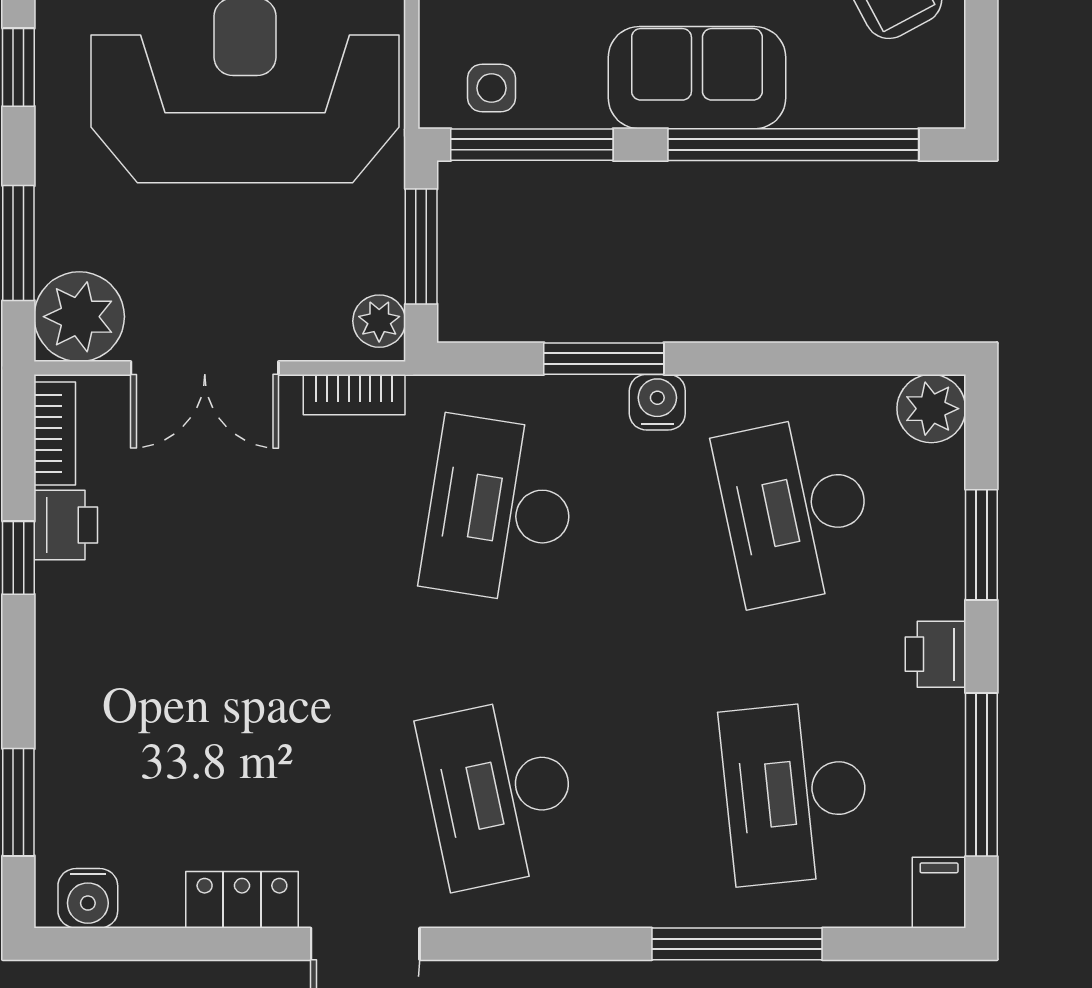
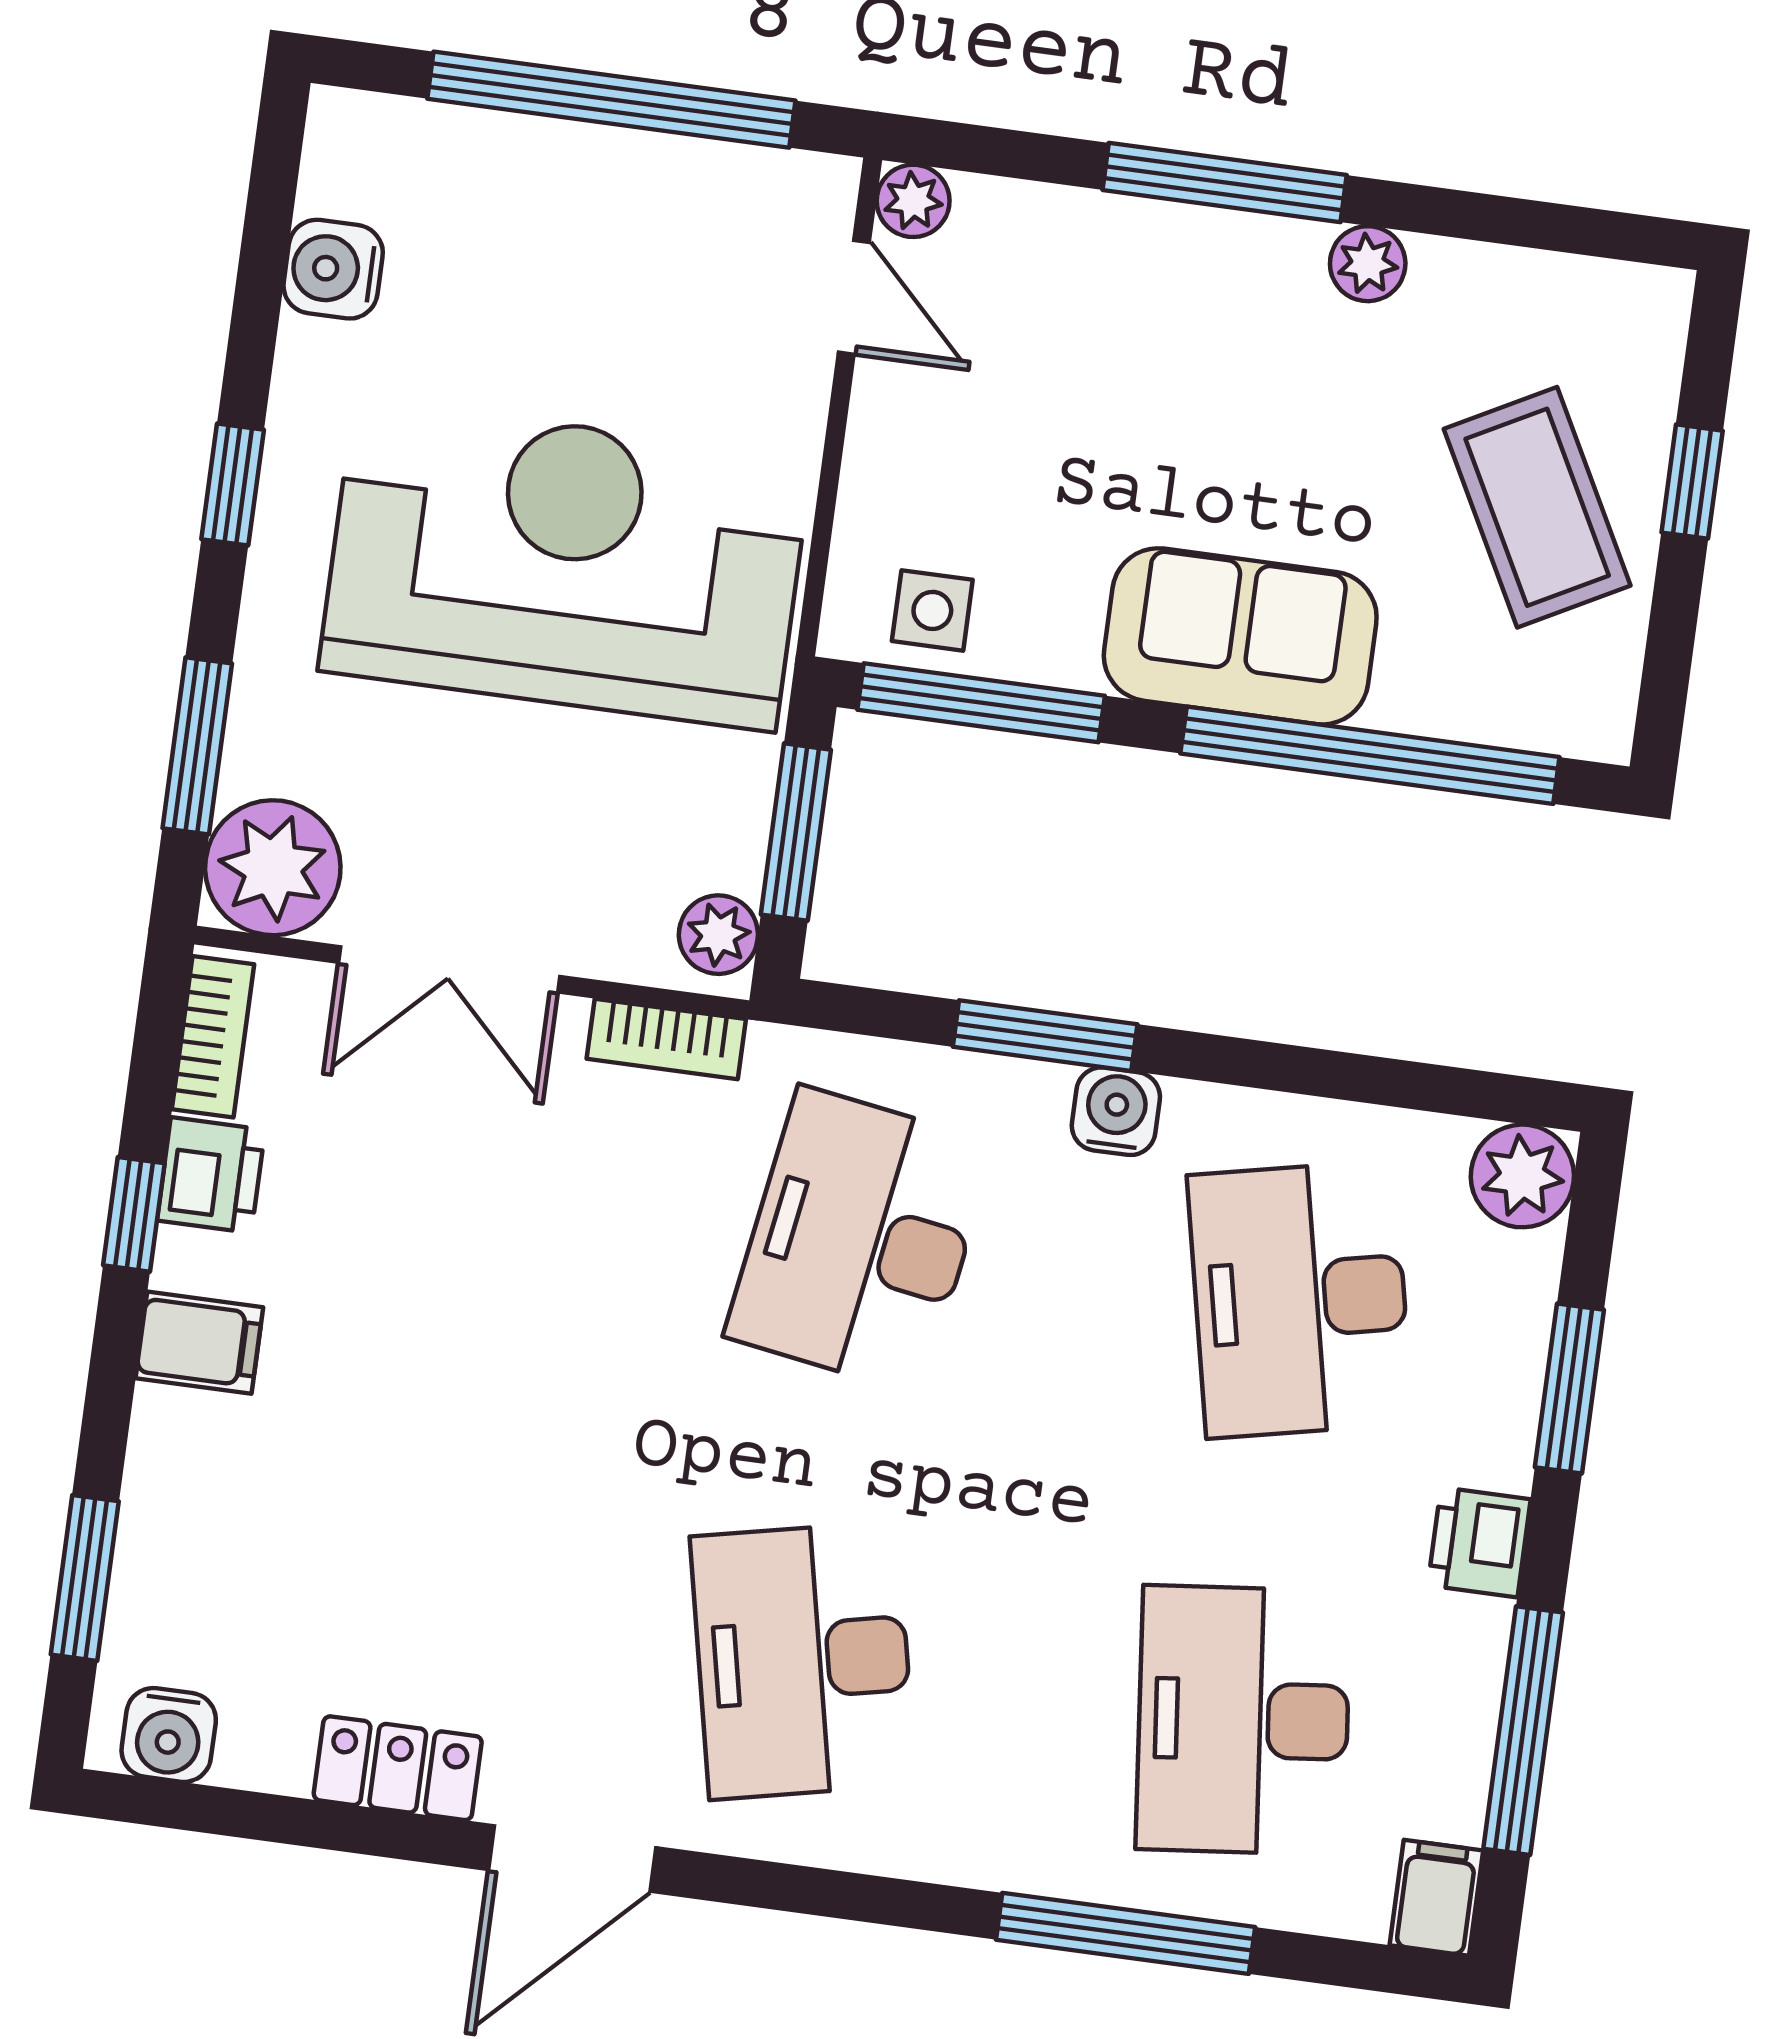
filing cabinet: (73, 637) -> (199, 1343), added

